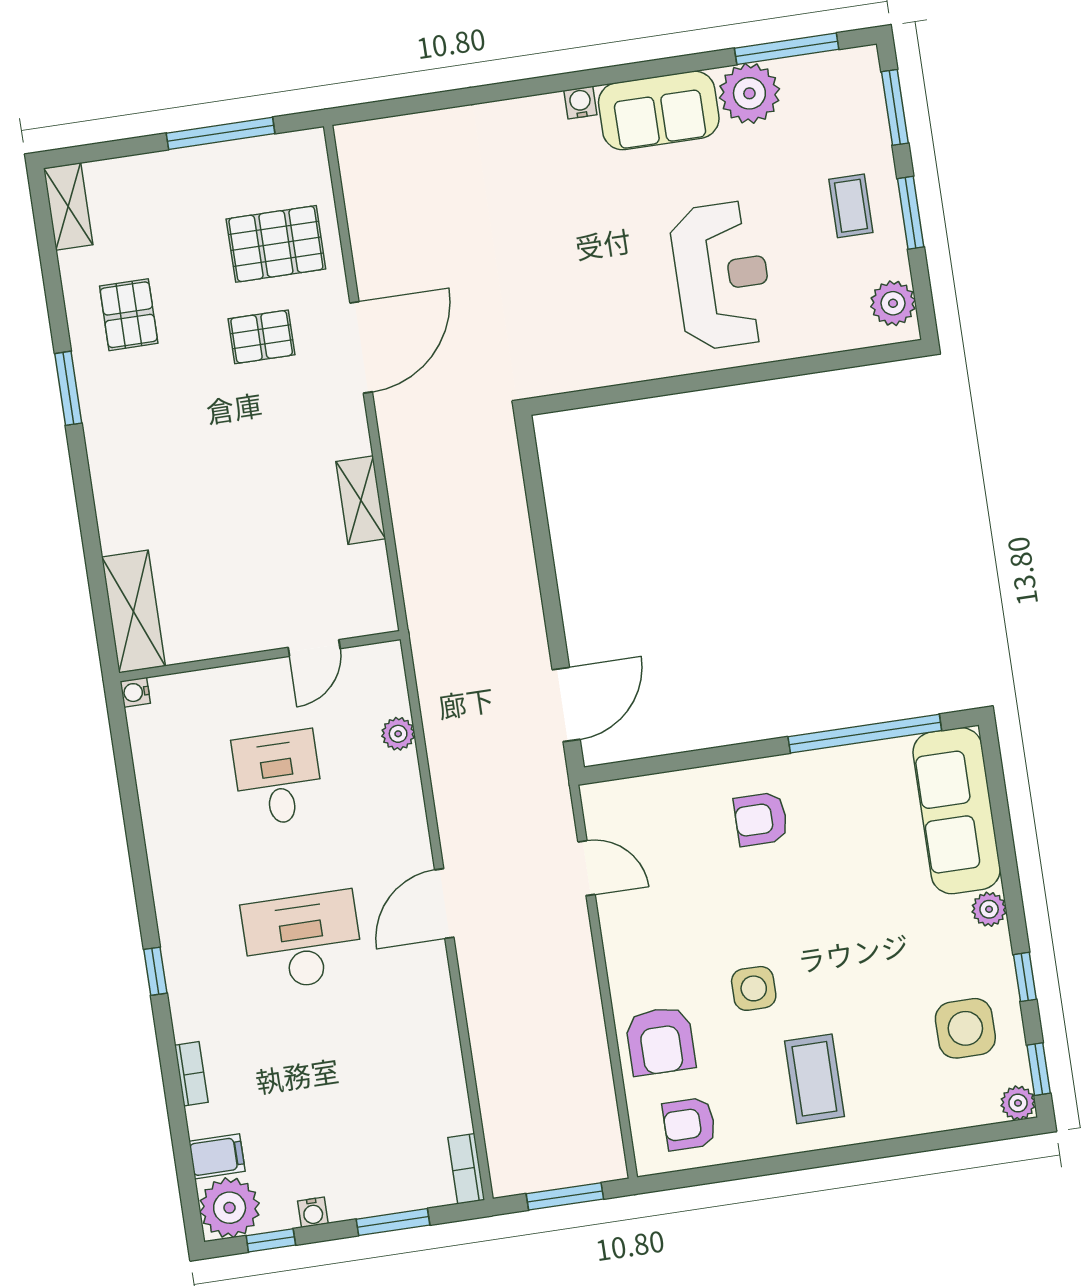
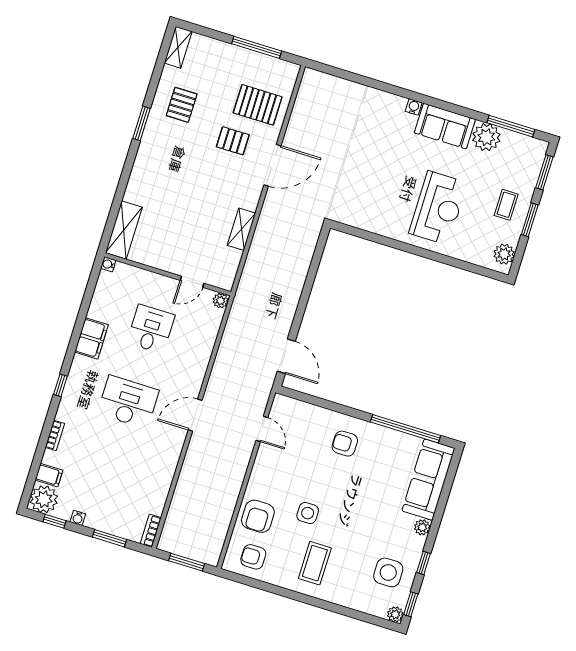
door: (566, 704) -> (286, 356), hinge flipped
plant: (398, 734) -> (221, 301), moved
filing cabinet: (172, 852) -> (91, 338), added

